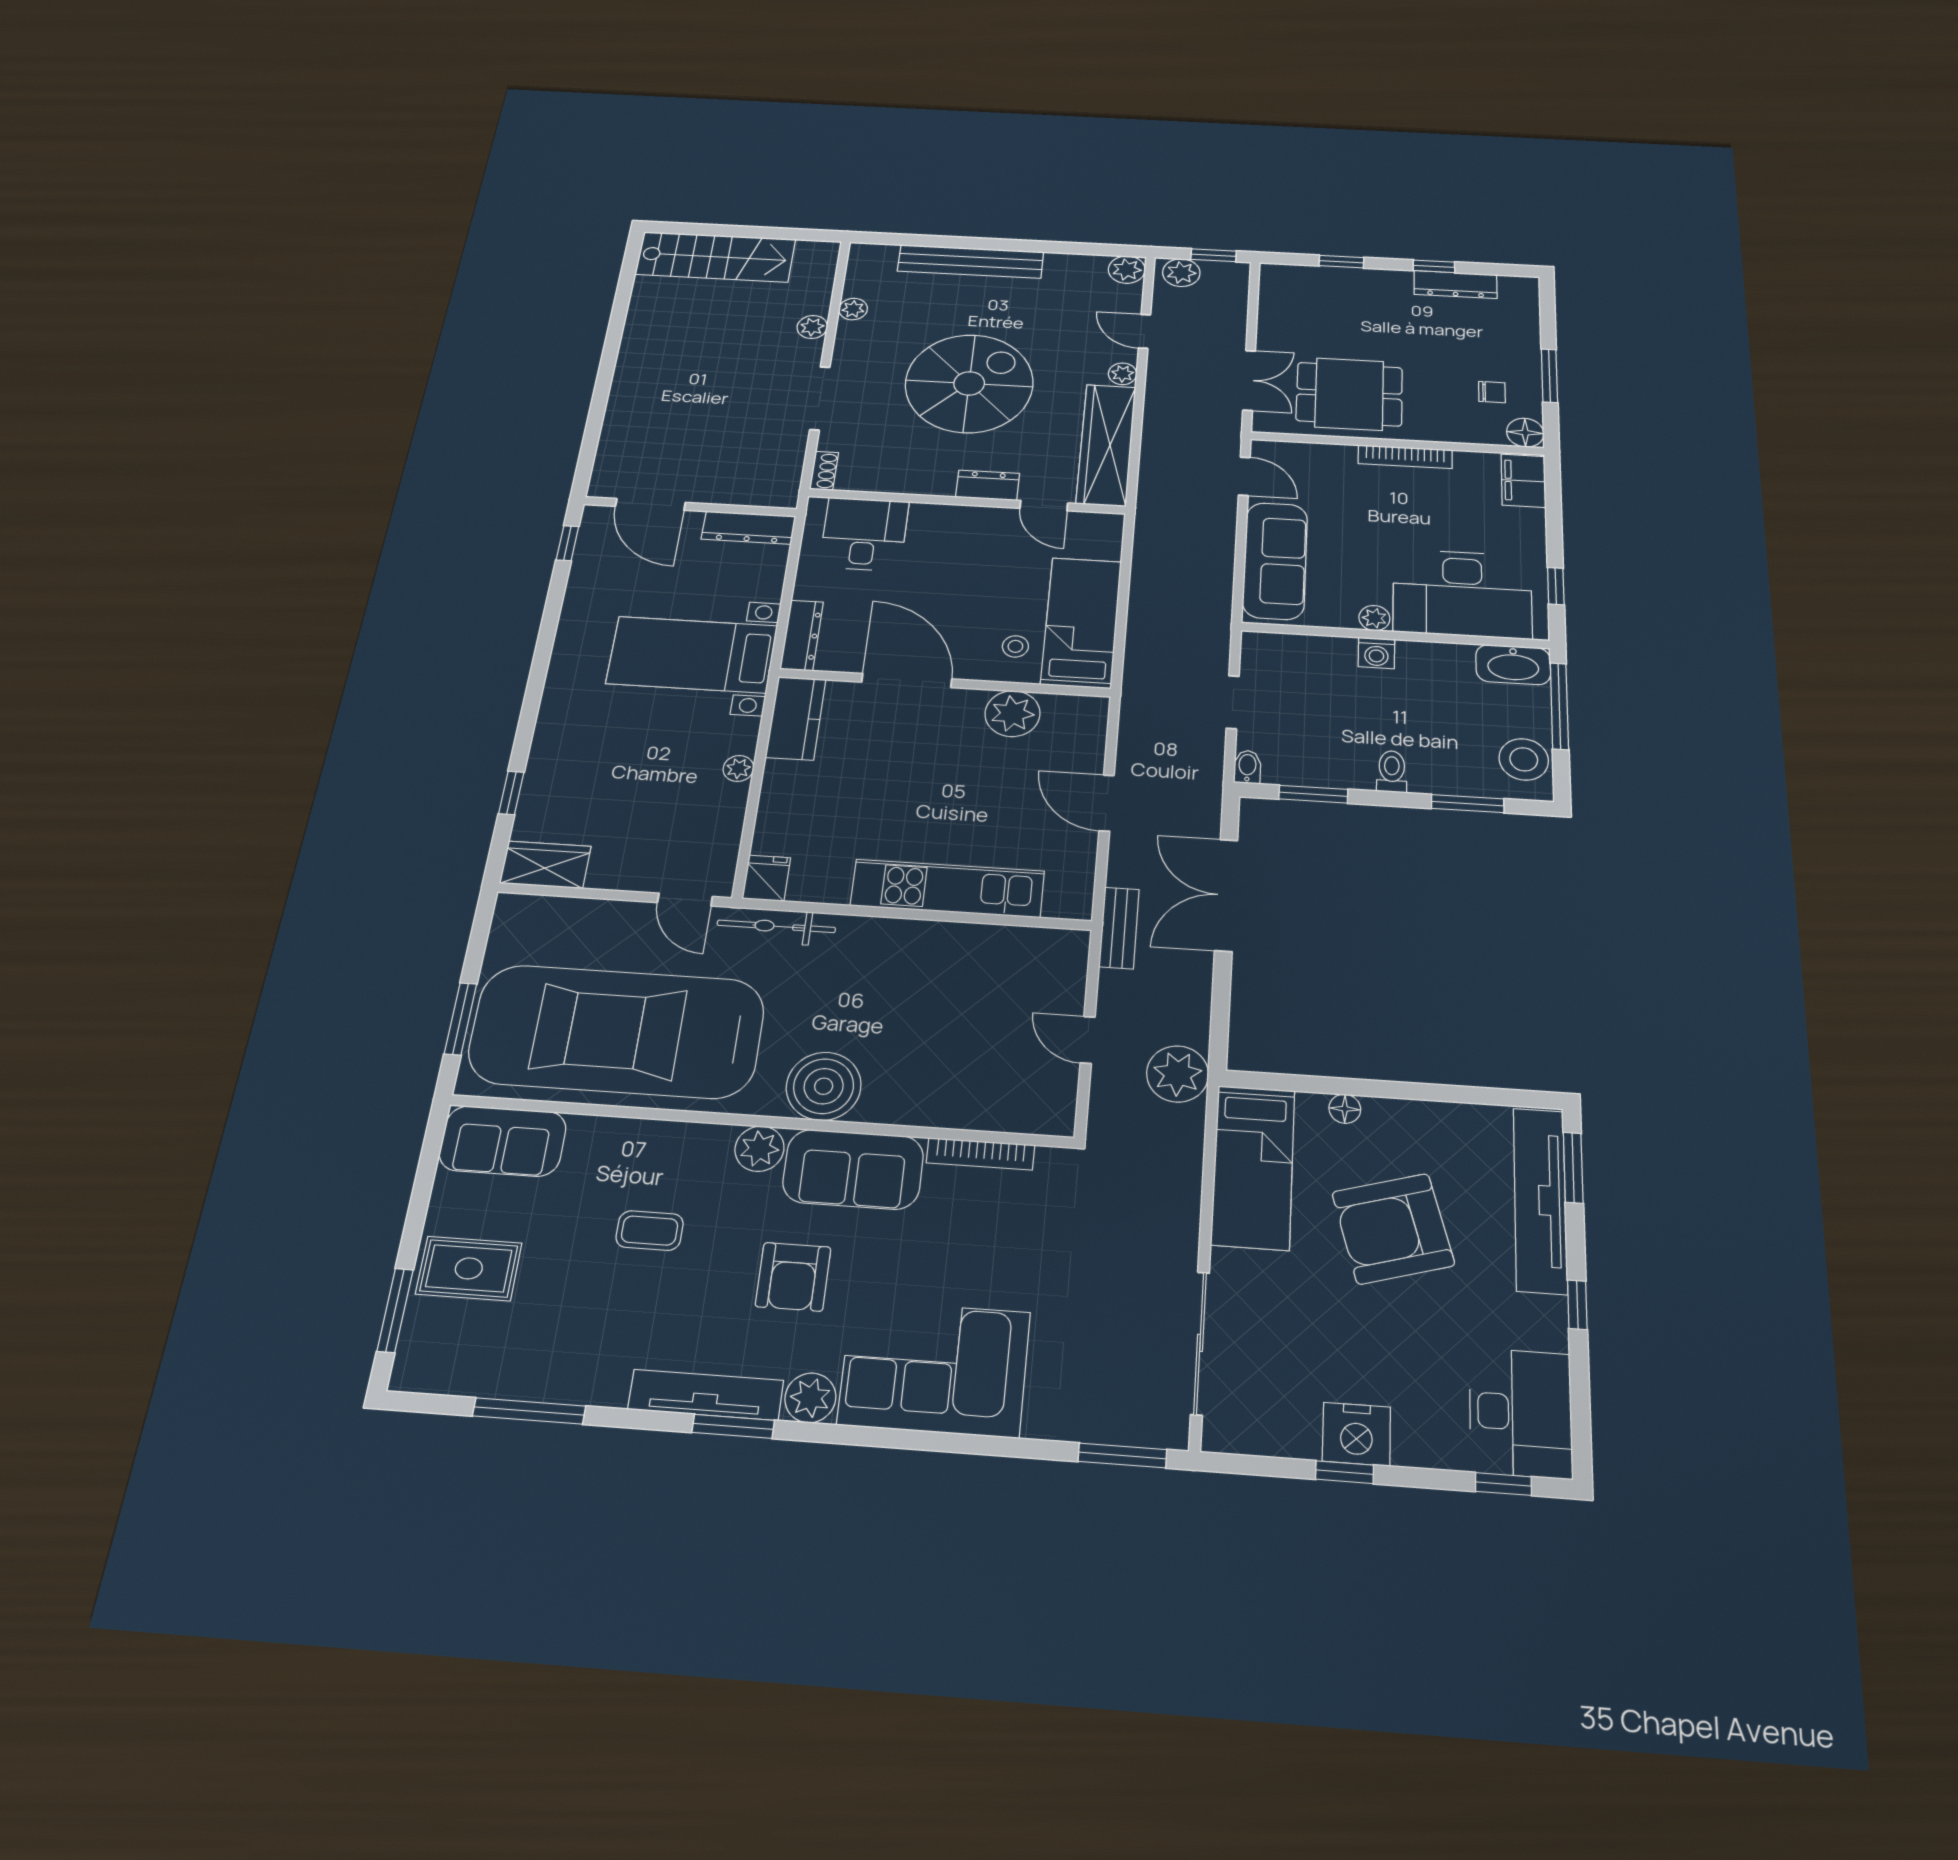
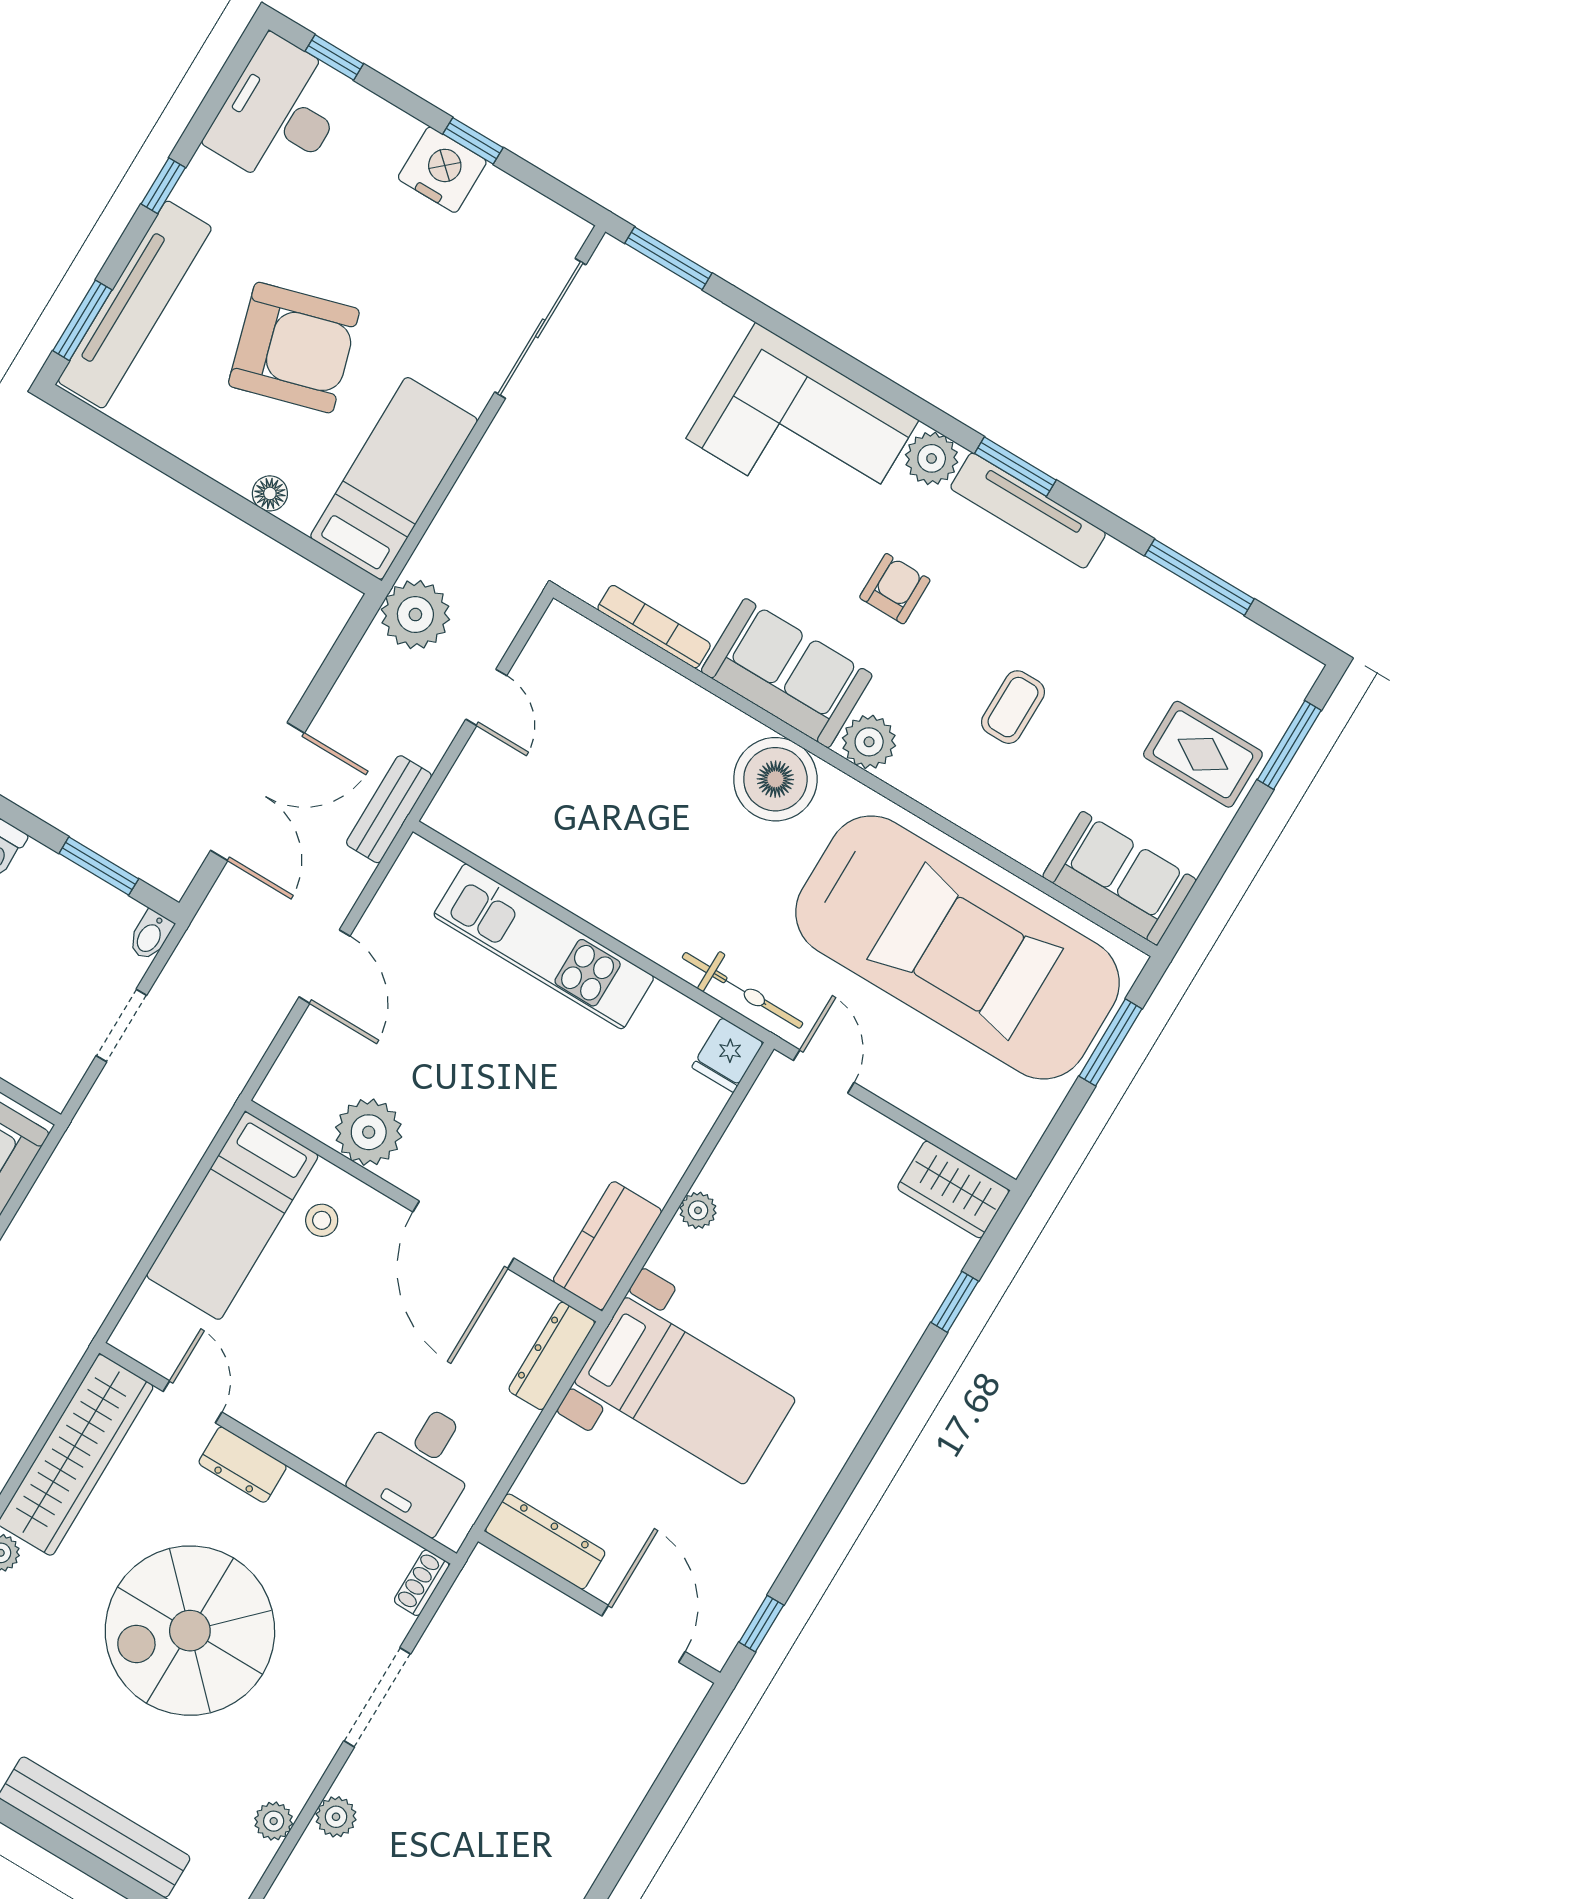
coffee table: (650, 1231) -> (1013, 707), turned 90
armchair: (793, 1277) -> (895, 589), width x0.72, depth x0.72

